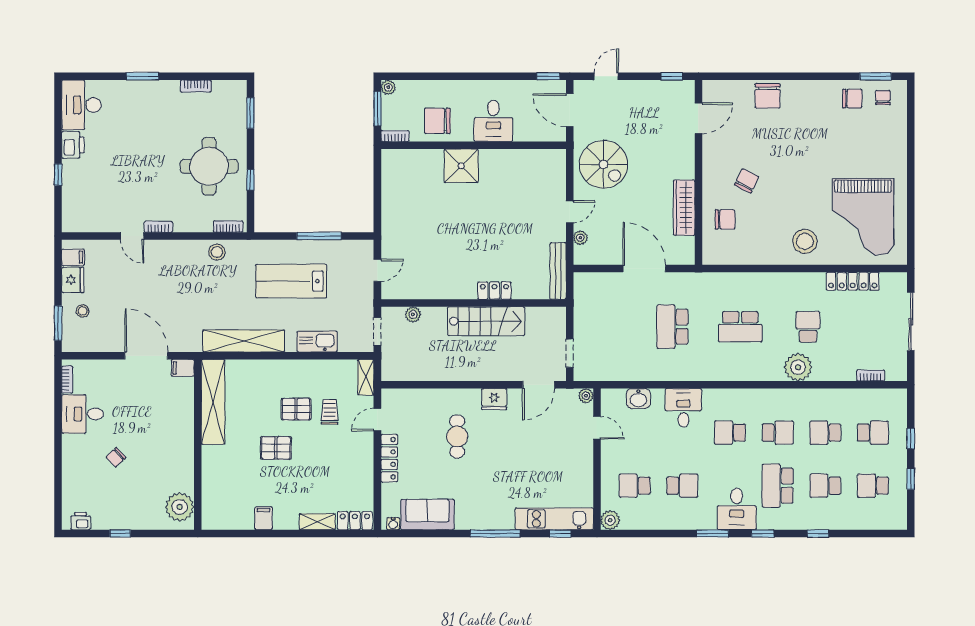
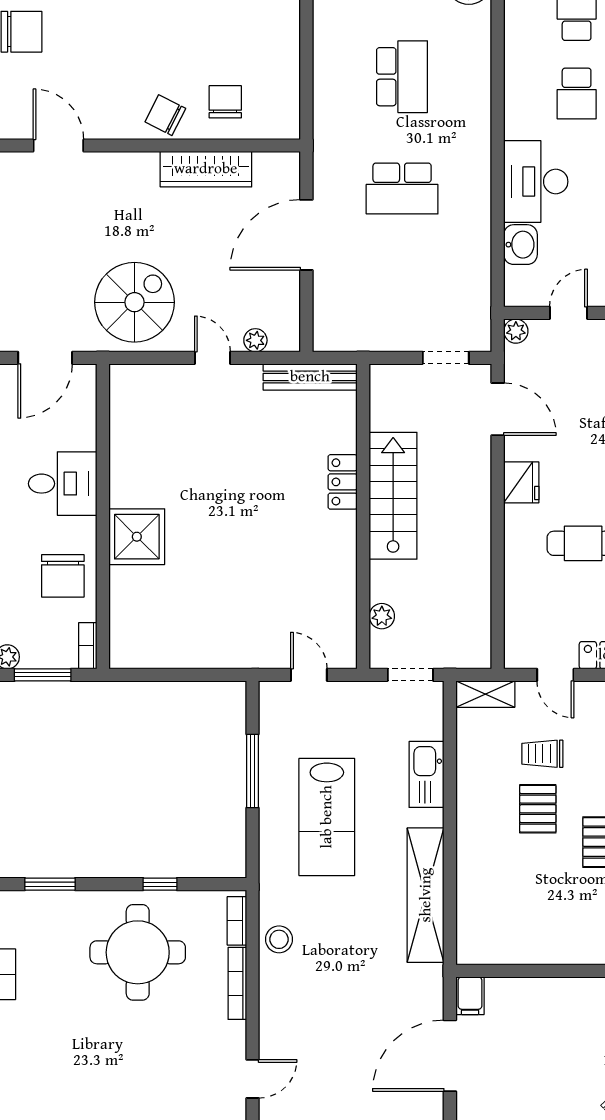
chair: (747, 181) -> (165, 115), moved
bookcase: (158, 227) -> (237, 983), moved, width x1.56
shelving: (213, 402) -> (526, 946), removed
desk: (683, 408) -> (536, 182), width x1.37

